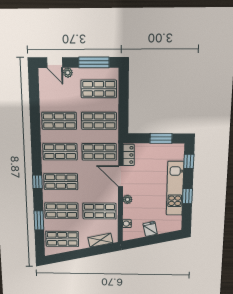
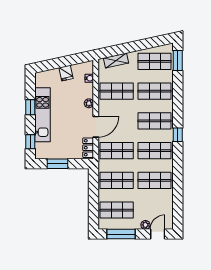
door: (55, 63) -> (158, 234), hinge flipped
door: (121, 176) -> (96, 127), hinge flipped
window: (37, 182) -> (178, 135), moved
window: (39, 220) -> (178, 60), moved

